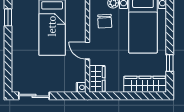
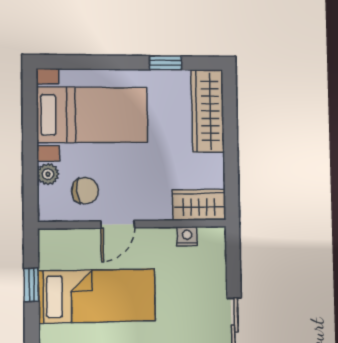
door: (88, 51) -> (118, 224), moved
nightstand: (81, 87) -> (187, 236), moved

